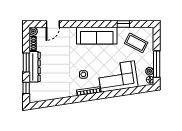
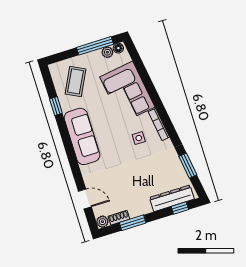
window: (26, 62) -> (133, 223), moved
dresser: (35, 67) -> (172, 198), moved
window: (54, 102) -> (188, 166), added

